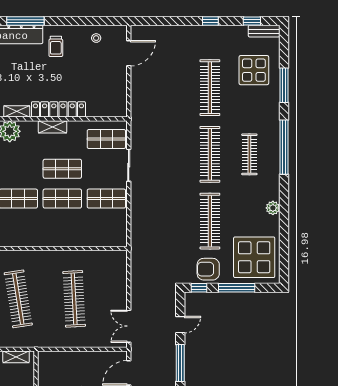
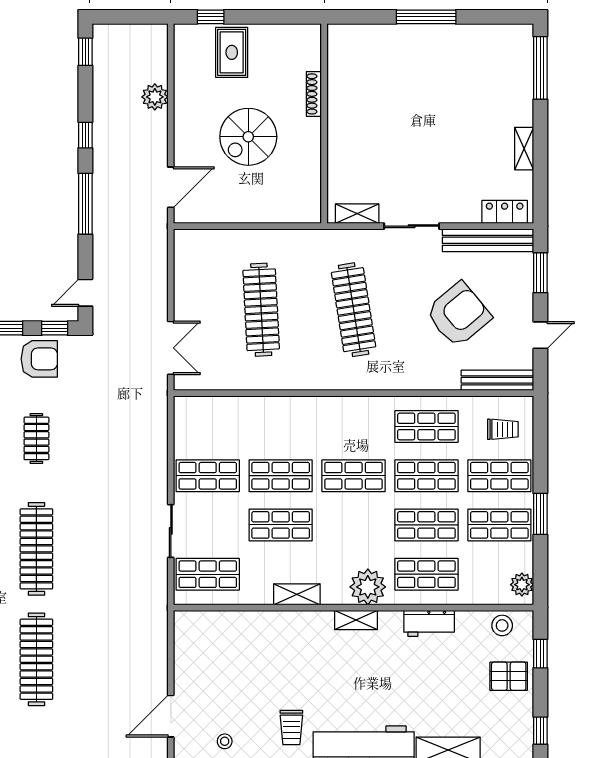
trolley: (56, 46) -> (291, 727), turned 180
locker: (58, 109) -> (287, 623), removed
clothes rail: (210, 221) -> (36, 438), width x0.54, depth x0.76
door: (180, 325) -> (85, 293), moved
double door: (129, 326) -> (171, 348), moved

